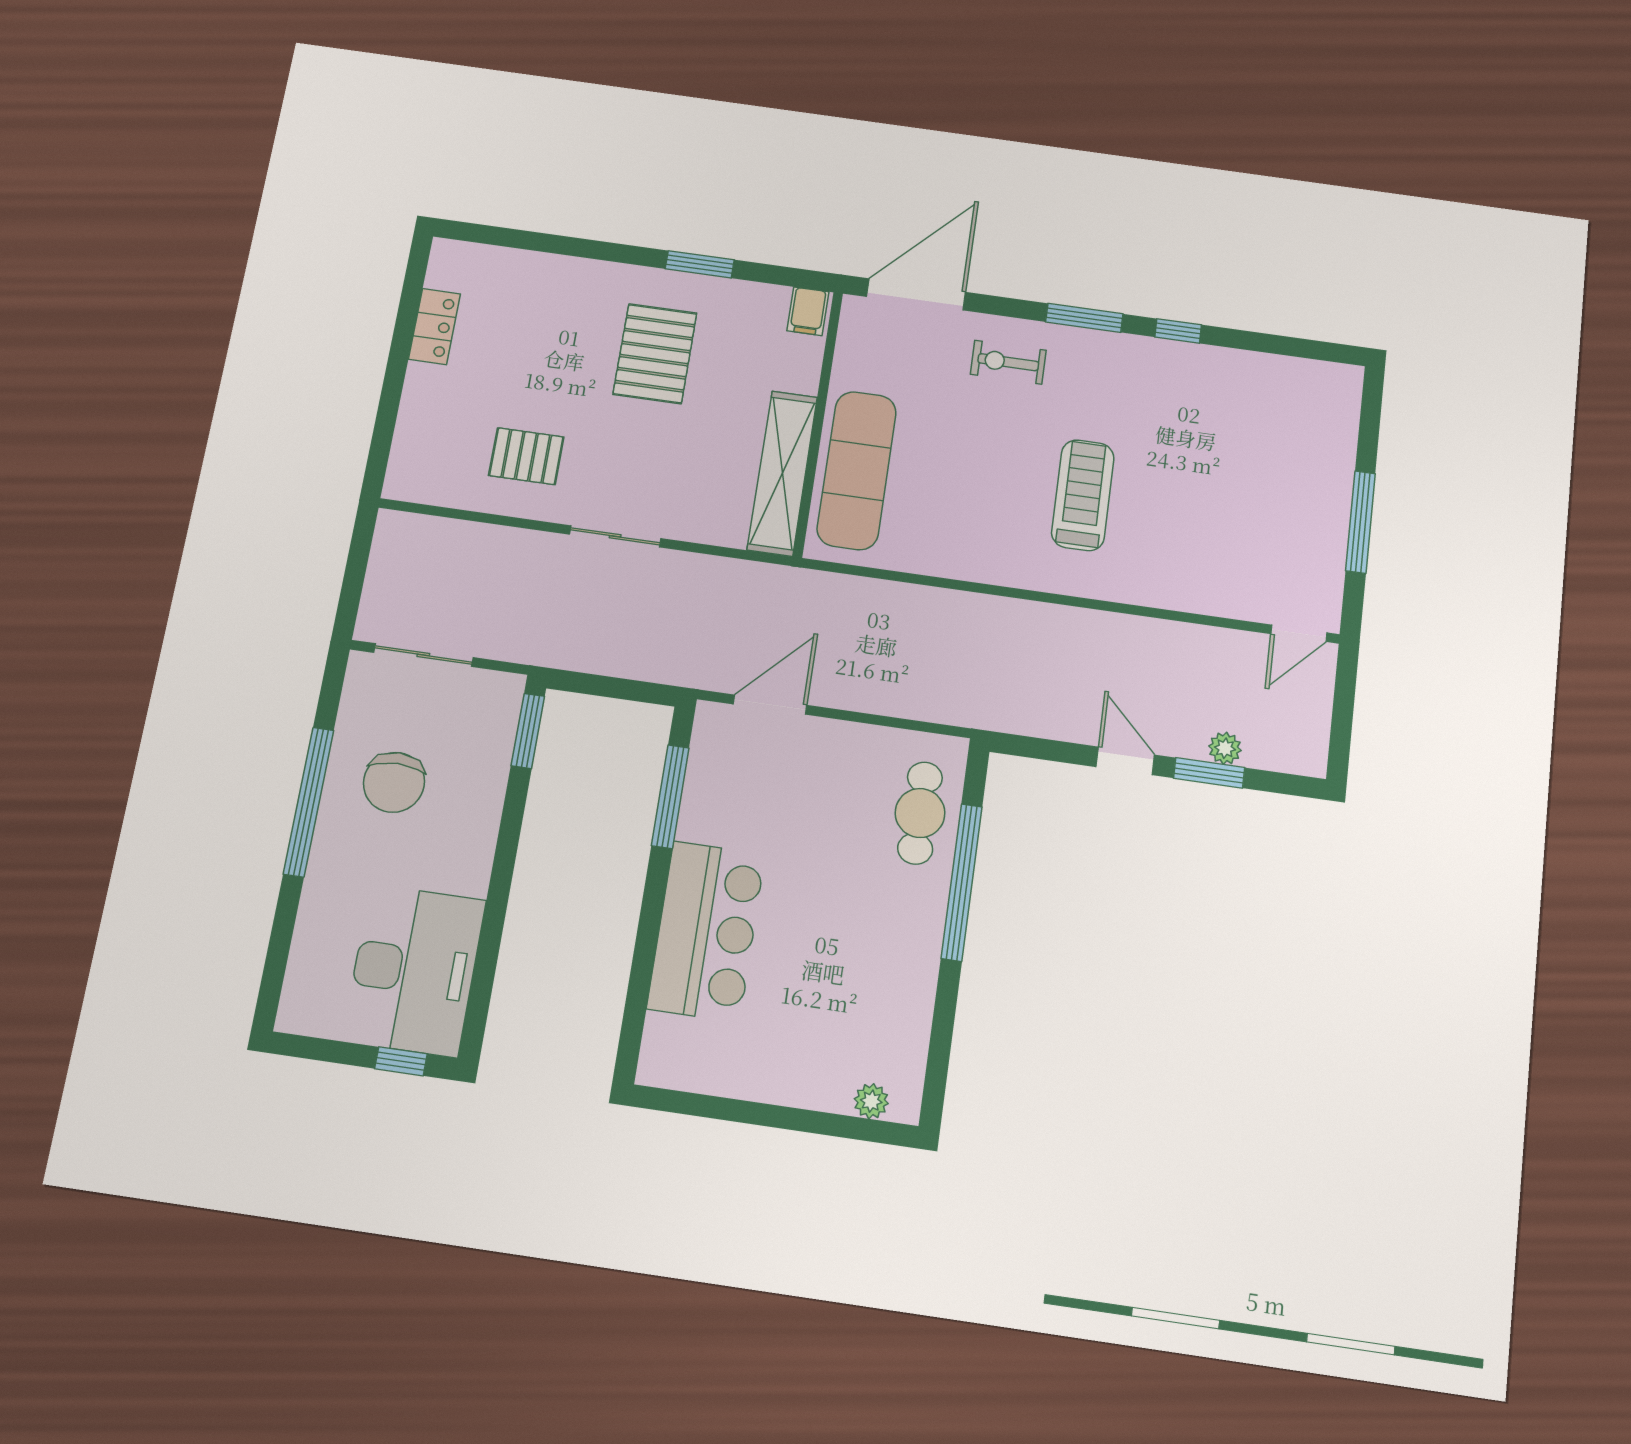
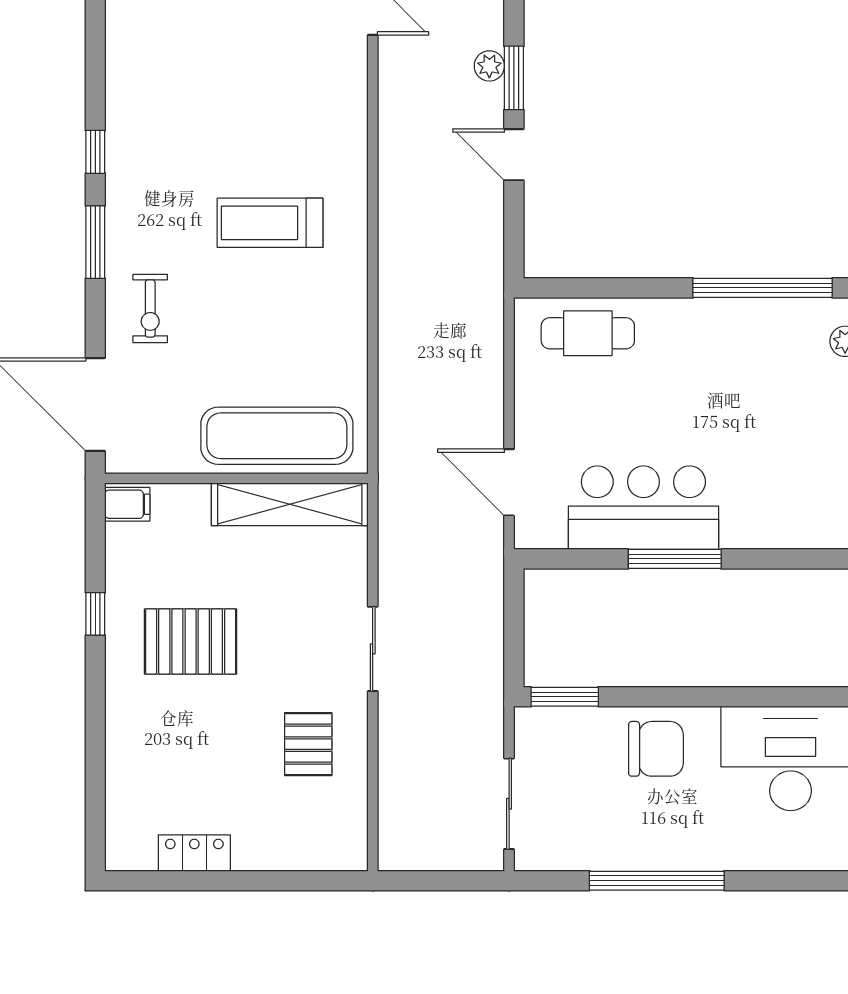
window: (700, 264) -> (95, 614), width x0.67
door: (1125, 761) -> (514, 155), hinge flipped
chair: (394, 782) -> (656, 749), moved
window: (670, 797) -> (675, 559), moved
window: (962, 882) -> (763, 288), moved
bar counter: (706, 931) -> (643, 508), moved

